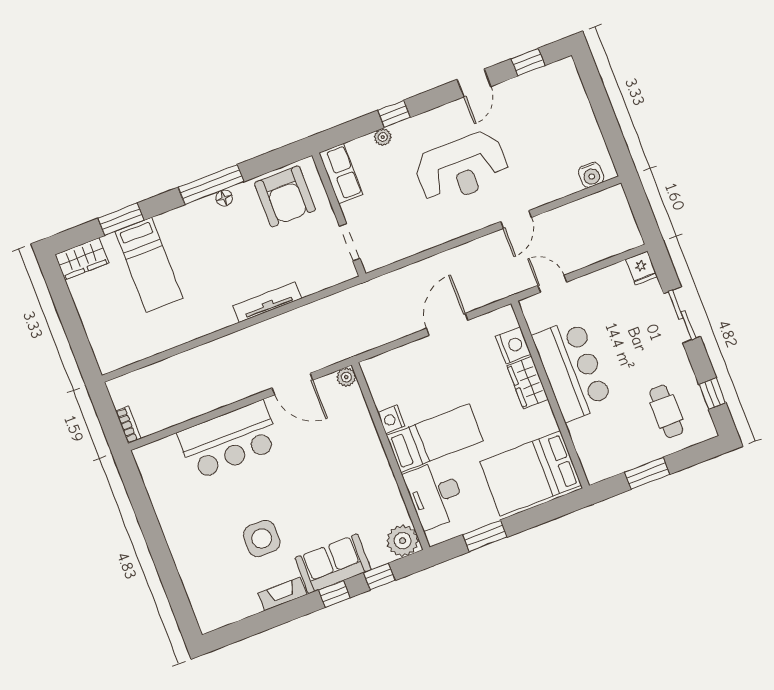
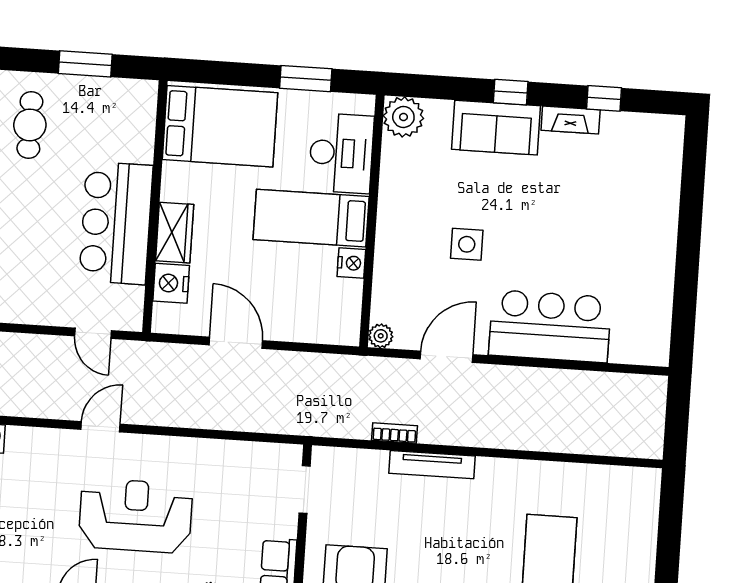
door: (447, 324) -> (236, 343), swing flipped
door: (292, 384) -> (447, 357), hinge flipped
bookcase: (128, 425) -> (395, 433), moved, turned 90
side table: (262, 538) -> (467, 244), moved, width x0.73, depth x0.73
window: (379, 577) -> (604, 98), moved

